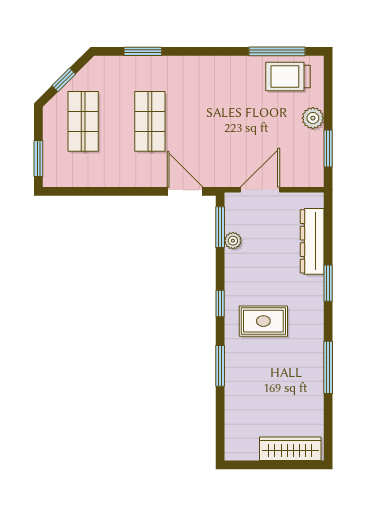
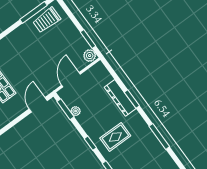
plant: (313, 118) -> (90, 56), moved
door: (185, 191) -> (38, 105), hinge flipped
dresser: (312, 241) -> (120, 98), moved

